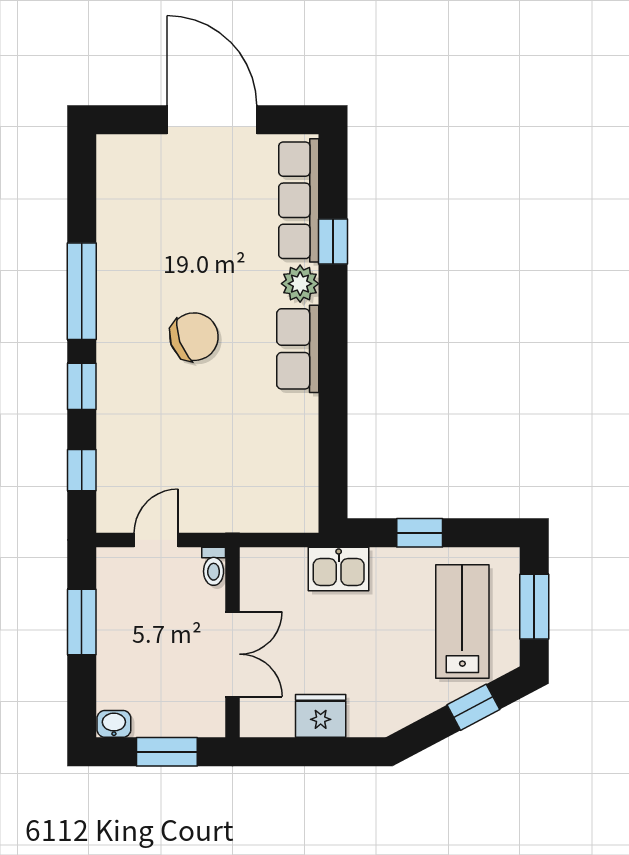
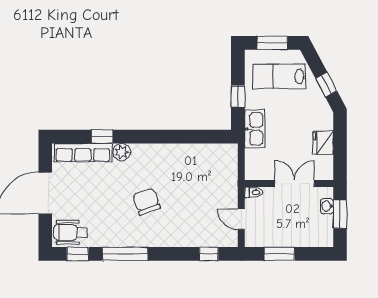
wheelchair: (128, 174) -> (70, 232), added
row of seats: (298, 349) -> (152, 153), removed
window: (82, 386) -> (78, 254), moved
kitchen sink: (339, 569) -> (255, 129), width x1.38
window: (473, 707) -> (326, 85), moved
washbasin: (114, 724) -> (327, 206), moved

